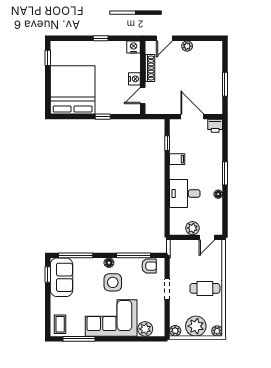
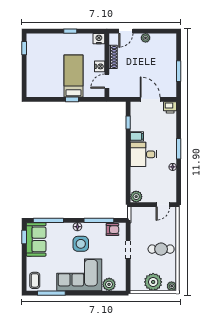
bed: (73, 90) -> (73, 76), moved, width x0.49
desk: (185, 193) -> (144, 154), moved
plant: (192, 228) -> (136, 197), moved
plant: (175, 331) -> (135, 286), removed

